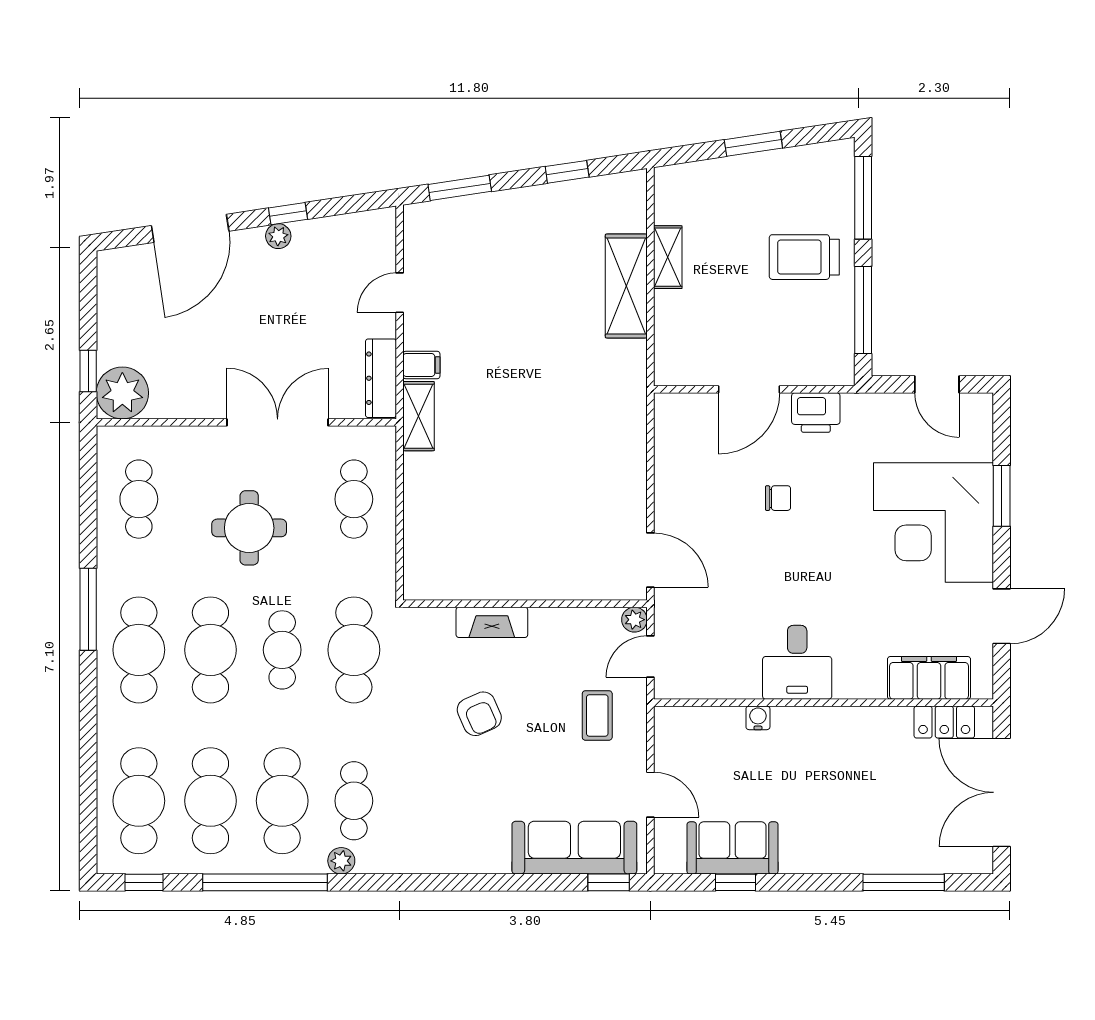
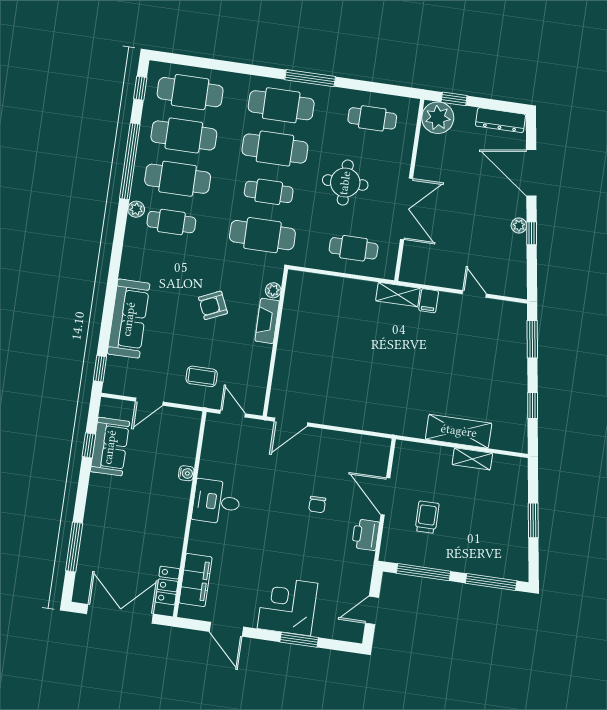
trolley: (804, 257) -> (427, 517), moved, width x0.73, depth x0.72
dresser: (381, 378) -> (500, 120), moved, turned 180
corner desk: (933, 523) -> (288, 606), width x0.74, depth x0.74
plant: (634, 620) -> (273, 290), moved
sofa: (574, 848) -> (129, 319), moved

